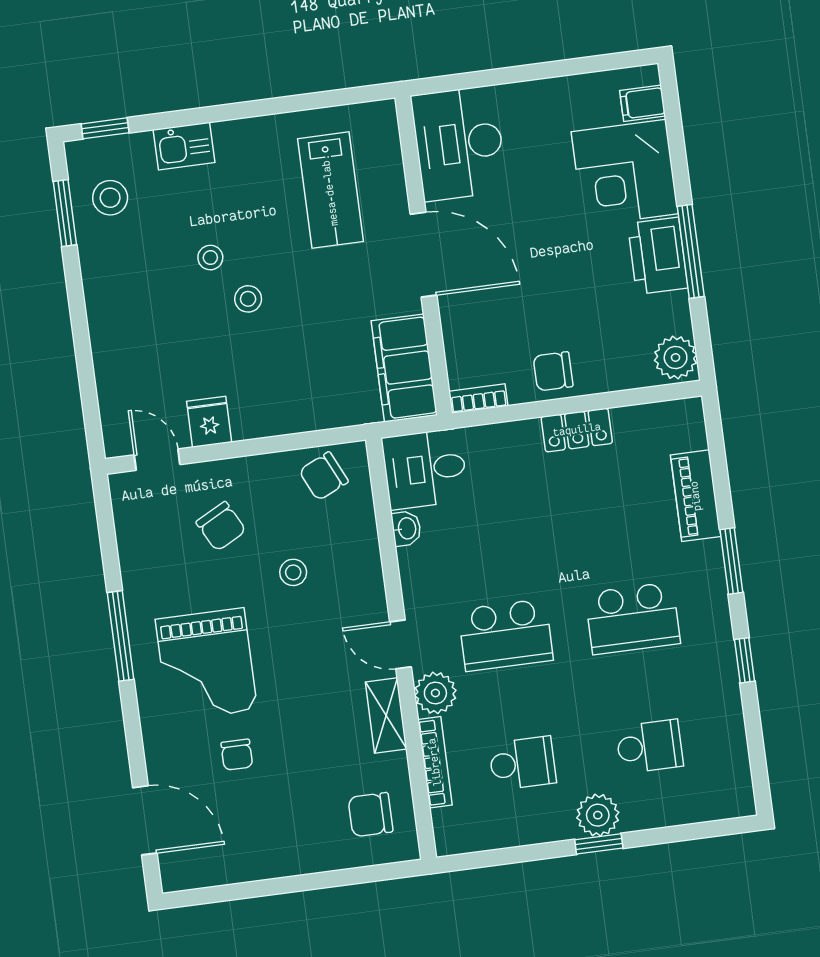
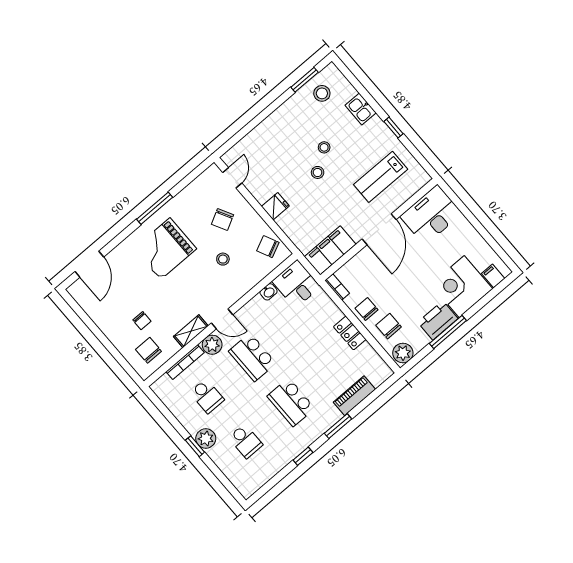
window: (105, 128) -> (394, 128), moved
chair: (610, 352) -> (389, 326), added
fridge: (209, 422) -> (275, 206), moved
door: (400, 644) -> (222, 319), swing flipped
chair: (237, 755) -> (142, 321), moved, turned -90

